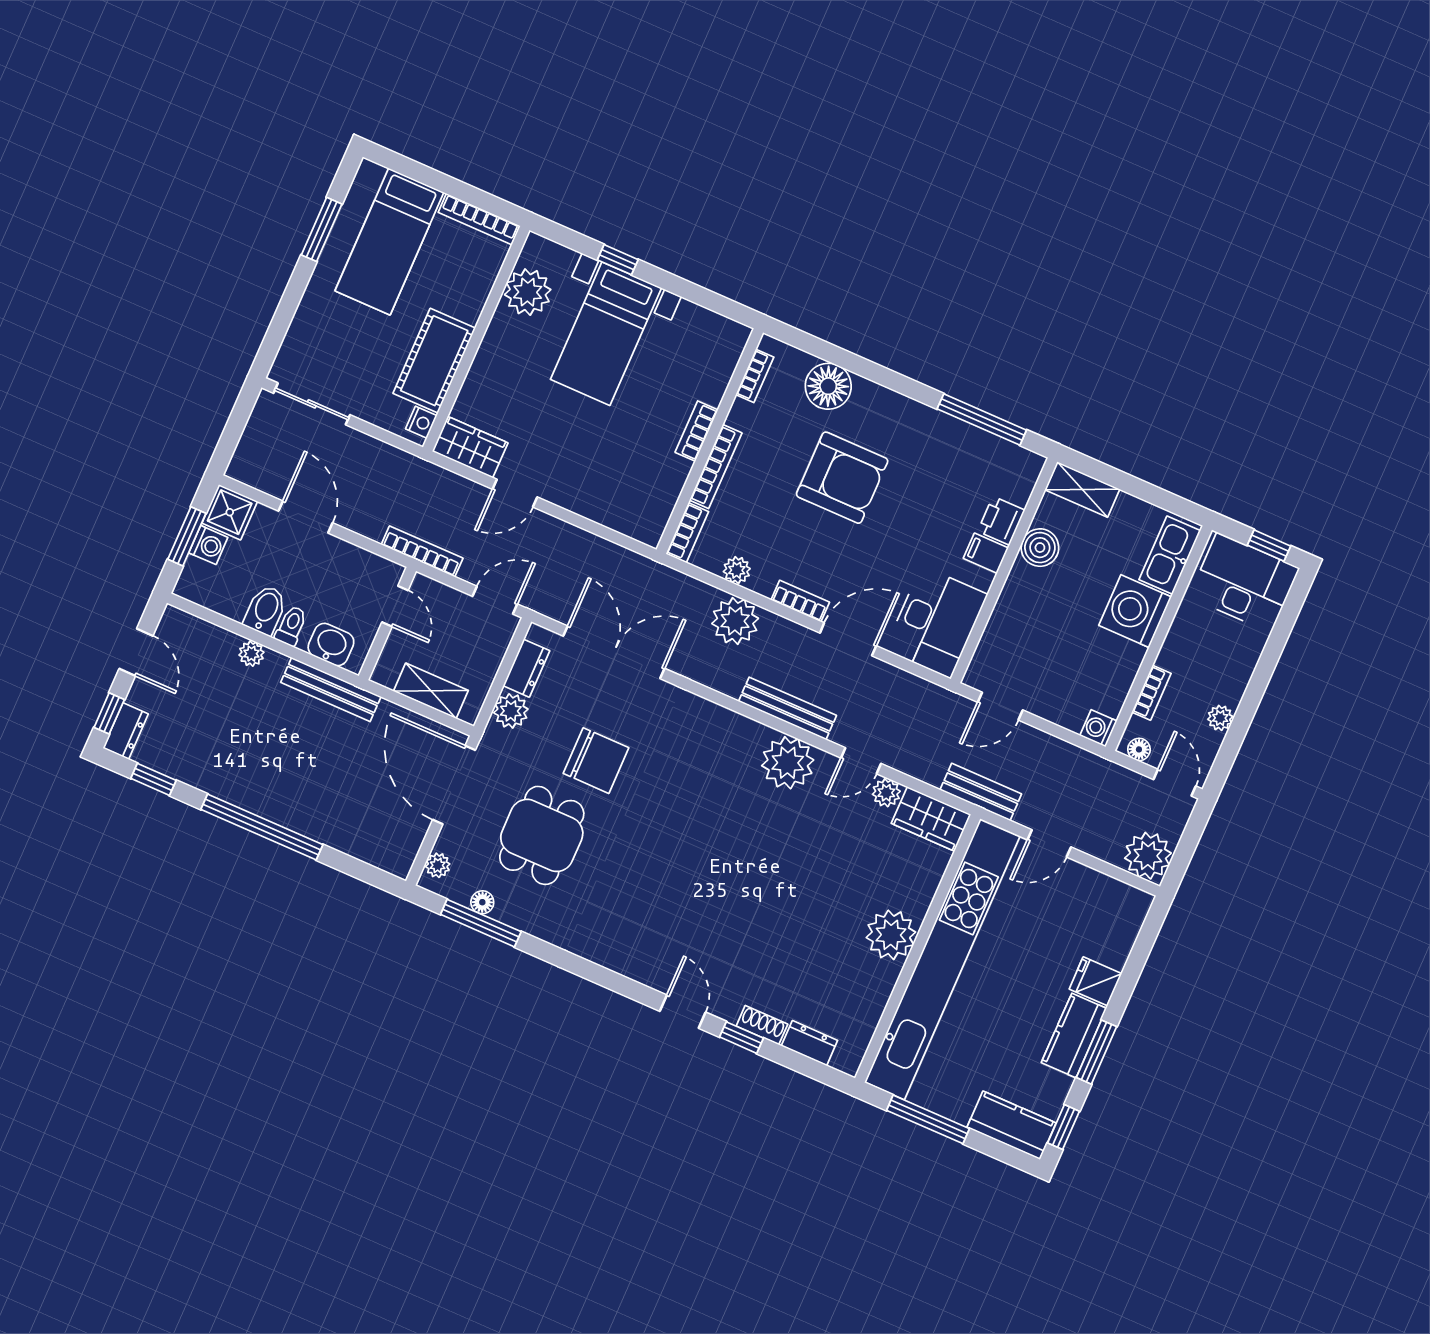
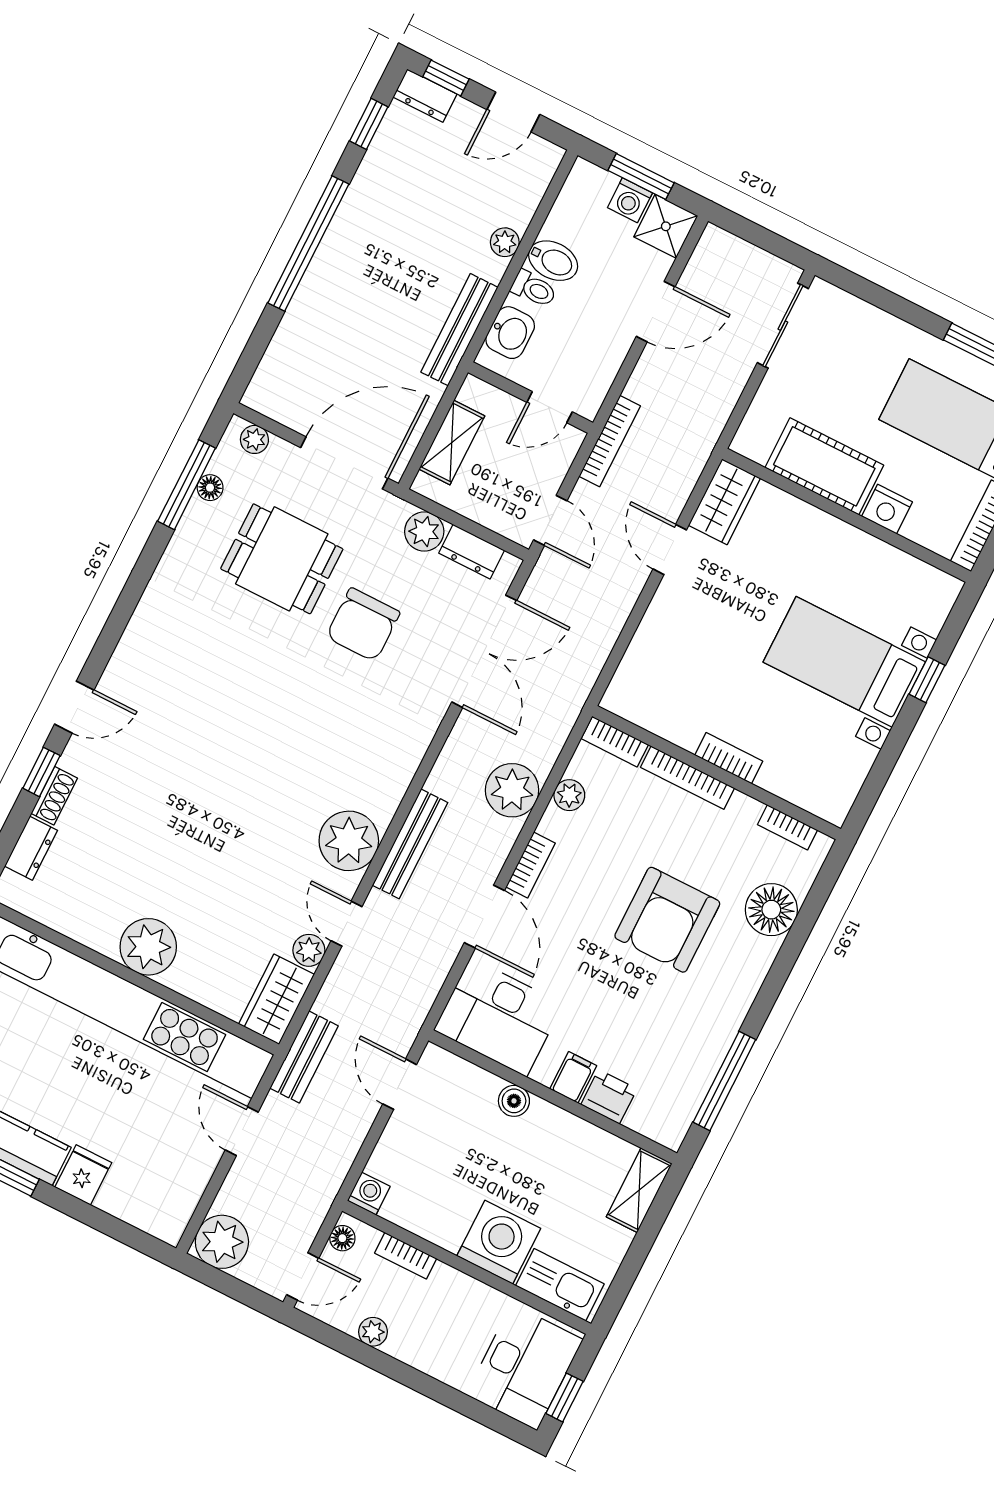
plant: (528, 292) -> (896, 576), removed
nightstand: (421, 422) -> (887, 509), moved, width x1.39, depth x1.35
boiler: (1040, 548) -> (514, 1101), moved, width x0.73, depth x0.73

